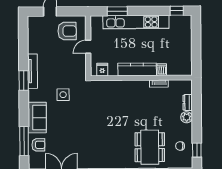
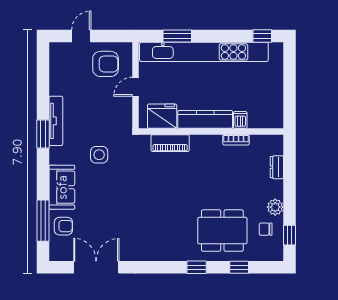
kitchen unit: (136, 22) -> (204, 52), width x1.36
fridge: (102, 70) -> (162, 116), width x1.88, depth x1.34
piano: (113, 86) -> (170, 143), added
plant: (187, 117) -> (275, 207), moved
dining table: (150, 147) -> (222, 231), turned 90

